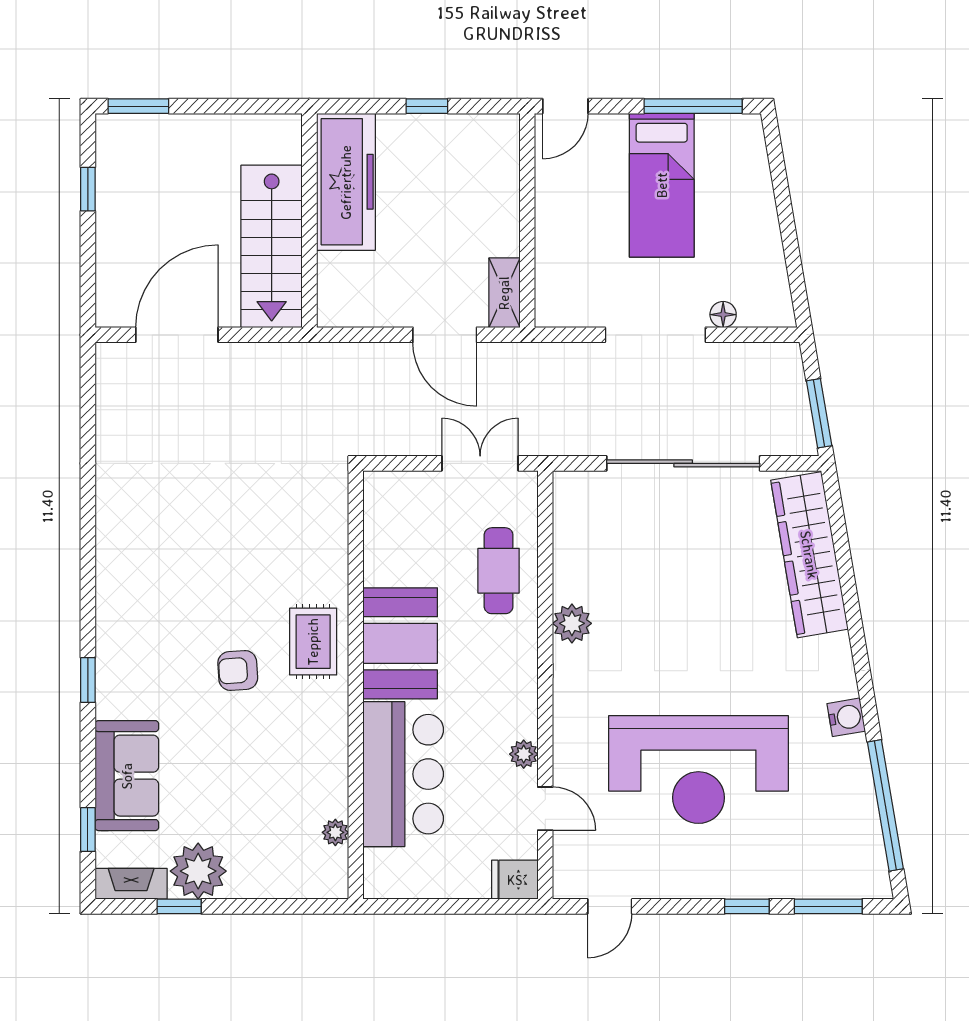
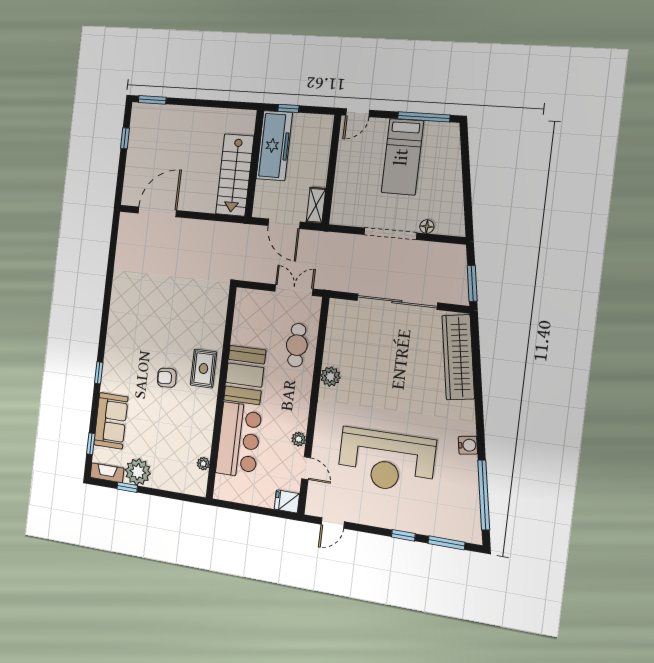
freezer: (346, 182) -> (274, 146), moved
wall: (309, 220) -> (254, 164), moved
stairs: (272, 246) -> (235, 175), moved

